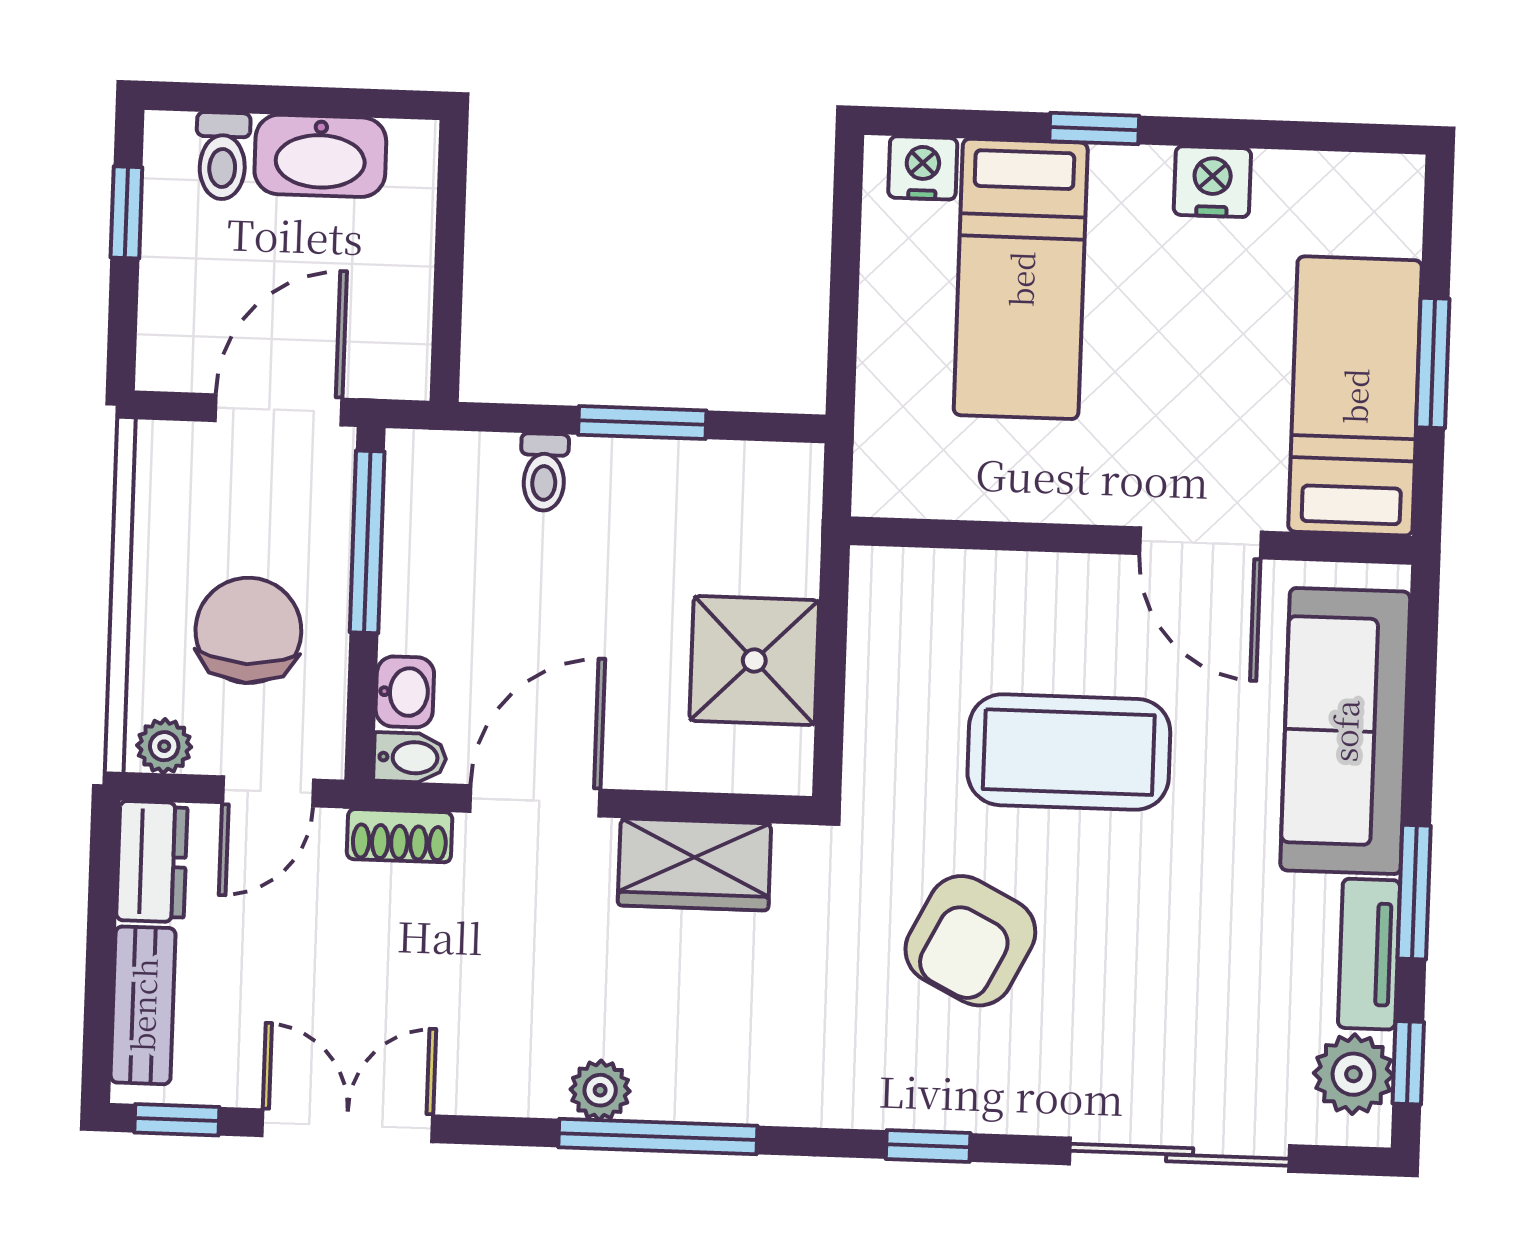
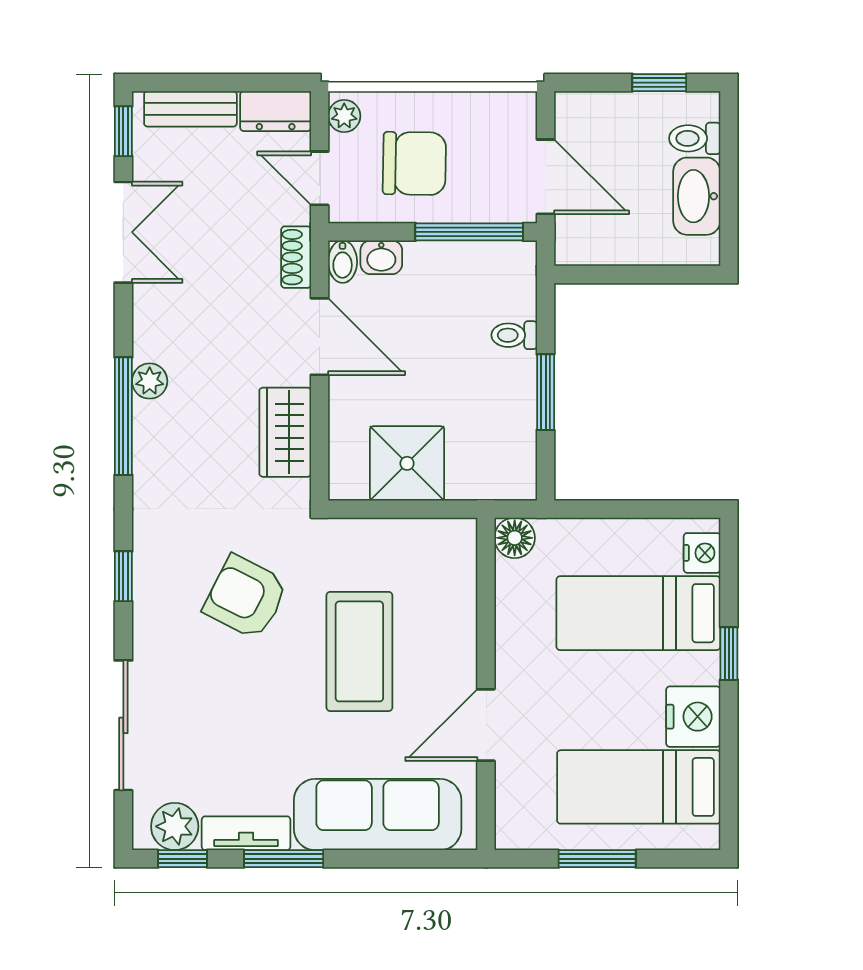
nightstand: (1212, 182) -> (693, 717), width x1.36, depth x1.33
bed: (1355, 396) -> (639, 787), moved, turned 180
floor lamp: (886, 483) -> (515, 538), added

